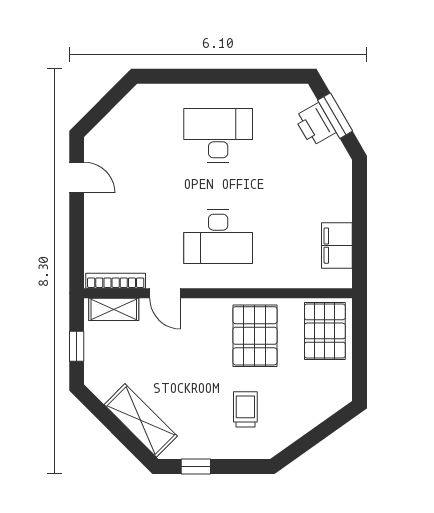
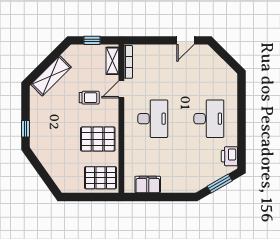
printer: (315, 124) -> (229, 156), moved, turned -60
desk: (218, 237) -> (153, 119), turned 180
trolley: (245, 409) -> (89, 98), moved
window: (196, 466) -> (25, 129), moved

